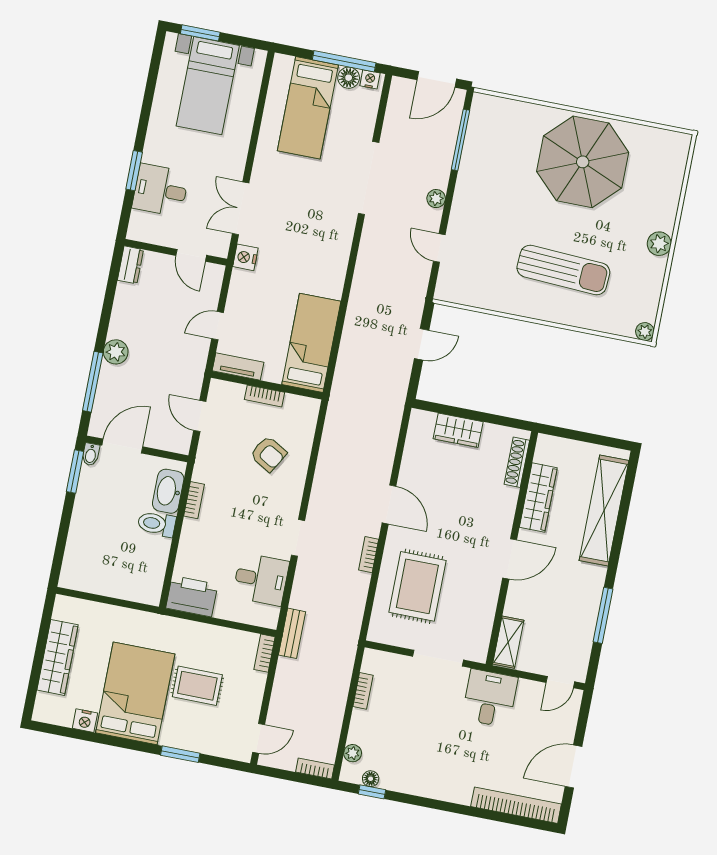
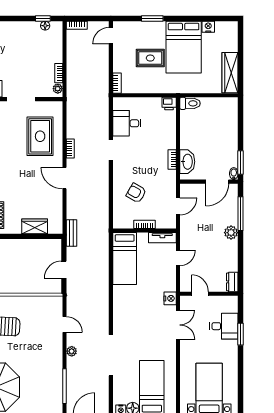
door: (200, 416) -> (178, 206), hinge flipped
toilet: (157, 524) -> (190, 103), moved
printer: (192, 596) -> (169, 104), width x0.53, depth x0.68
bench: (292, 633) -> (72, 233), moved
wardrobe: (58, 657) -> (230, 73), moved
plant: (353, 753) -> (58, 89), moved

